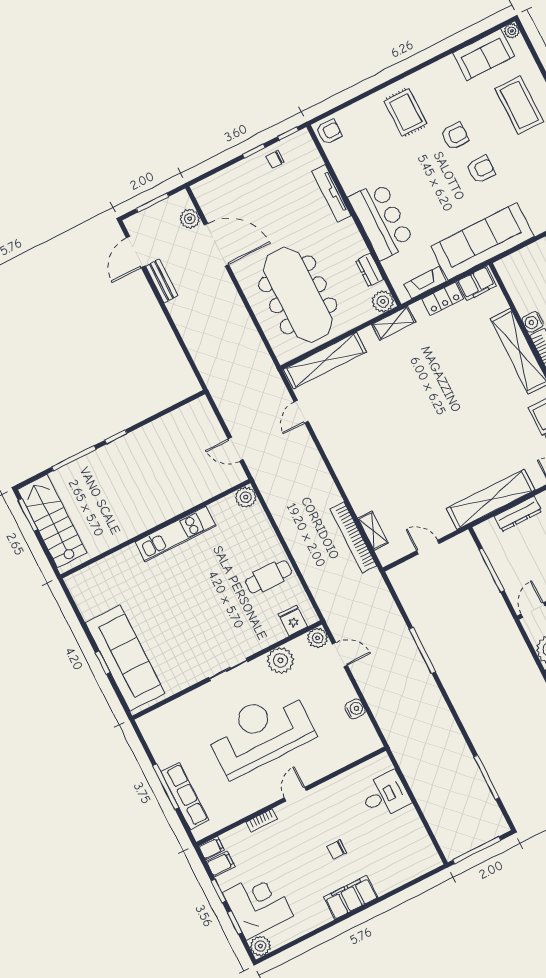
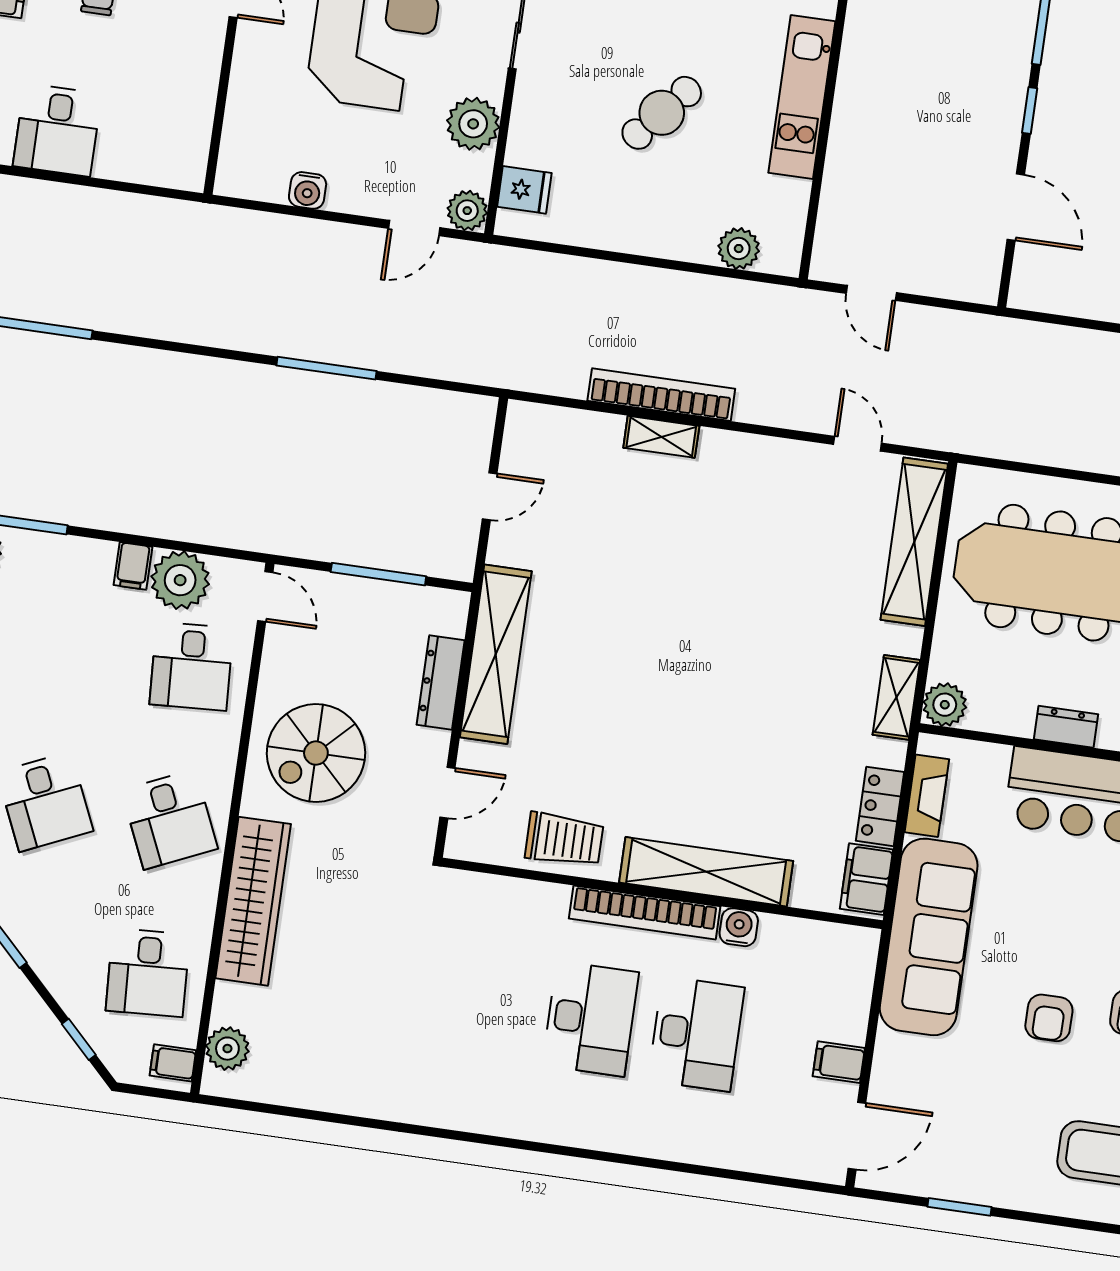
dresser: (370, 270) -> (1066, 727), moved
door: (159, 415) -> (1016, 207), added
door: (236, 449) -> (871, 293), swing flipped
plant: (246, 497) -> (739, 249), moved
shelving: (373, 531) -> (661, 437), moved
bookcase: (353, 537) -> (661, 395), moved
cafe table: (269, 577) -> (662, 113), moved, turned 41
desk: (385, 795) -> (57, 130), moved

